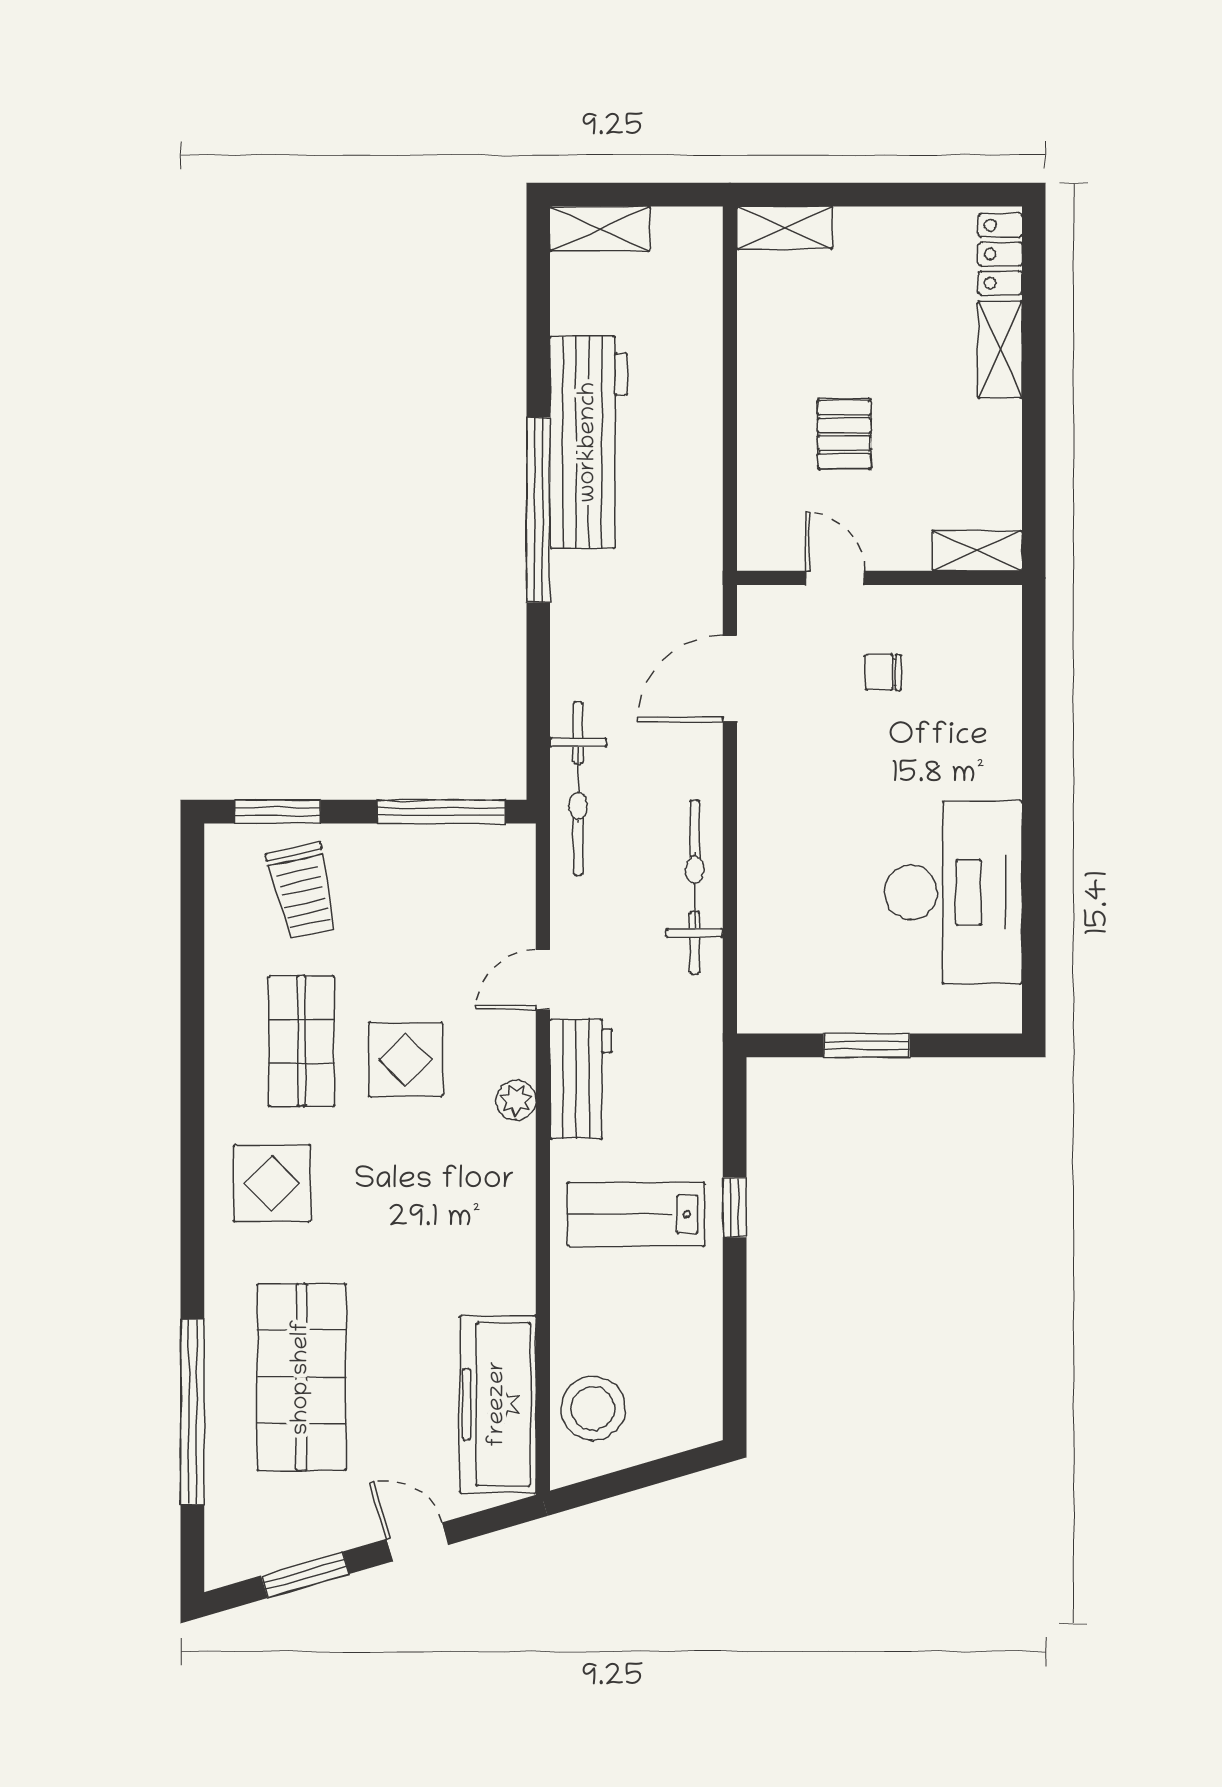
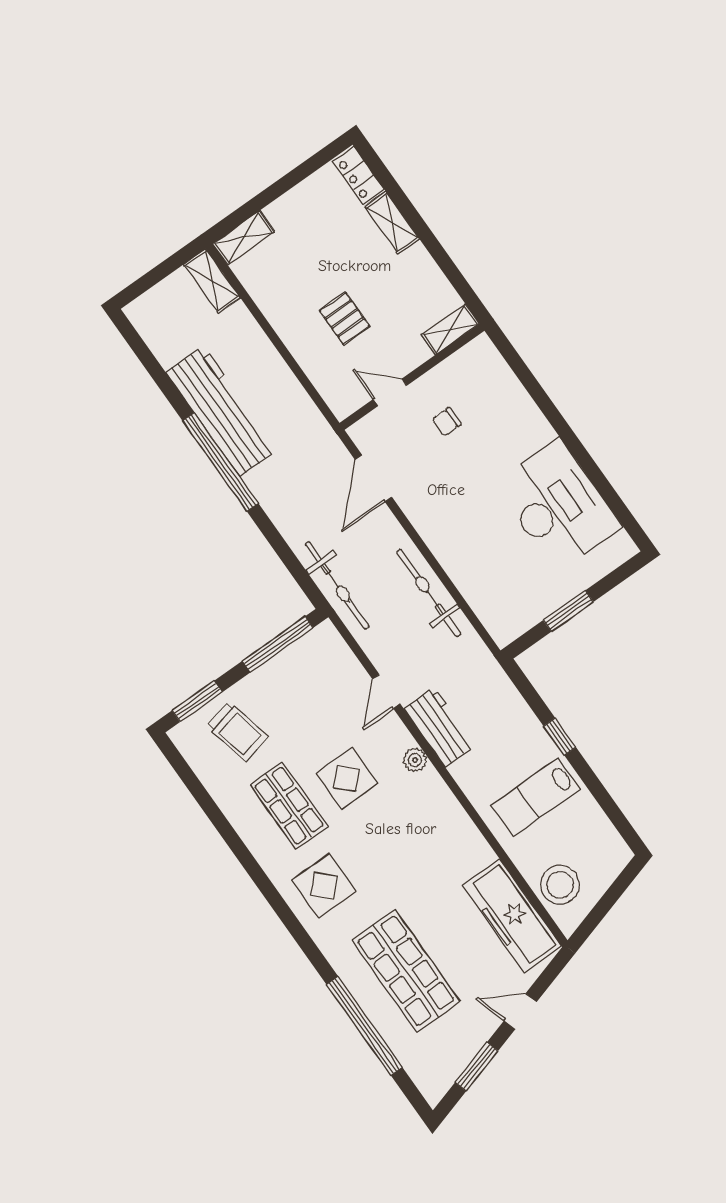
shelving: (600, 229) -> (212, 281), moved, turned 90
lab bench: (636, 1214) -> (536, 797), moved

